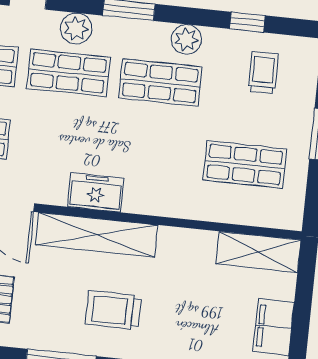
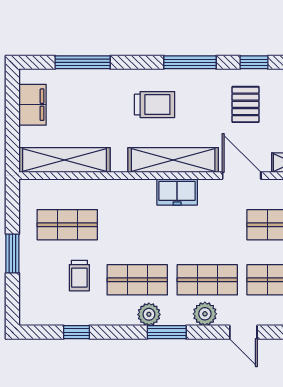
plant: (186, 39) -> (149, 314), moved
trolley: (263, 72) -> (79, 276), moved
shelving: (258, 252) -> (64, 160), width x1.47

